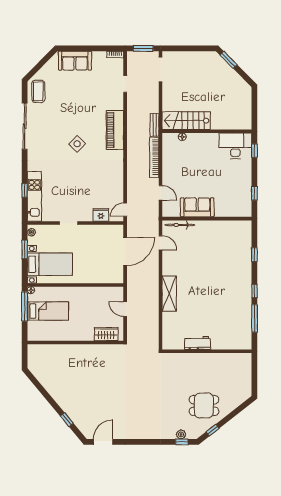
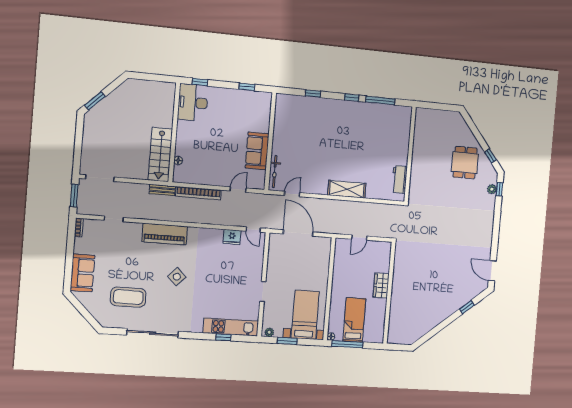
coffee table: (38, 91) -> (128, 297), moved, width x1.36, depth x1.32
fridge: (101, 215) -> (232, 237), moved, turned -90
wardrobe: (106, 334) -> (381, 286), moved
workbench: (198, 343) -> (399, 179), moved

